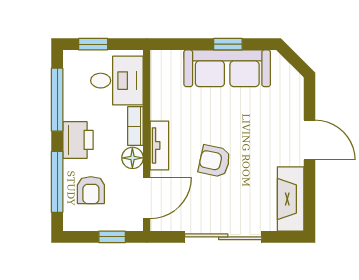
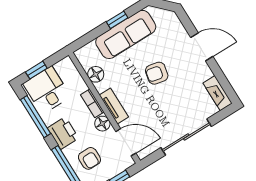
desk: (117, 81) -> (47, 90), moved, turned -90
floor lamp: (161, 94) -> (96, 74), added
armchair: (214, 161) -> (157, 73), moved
door: (147, 198) -> (126, 142), hinge flipped
fireplace: (291, 199) -> (218, 93), width x0.73, depth x0.76

